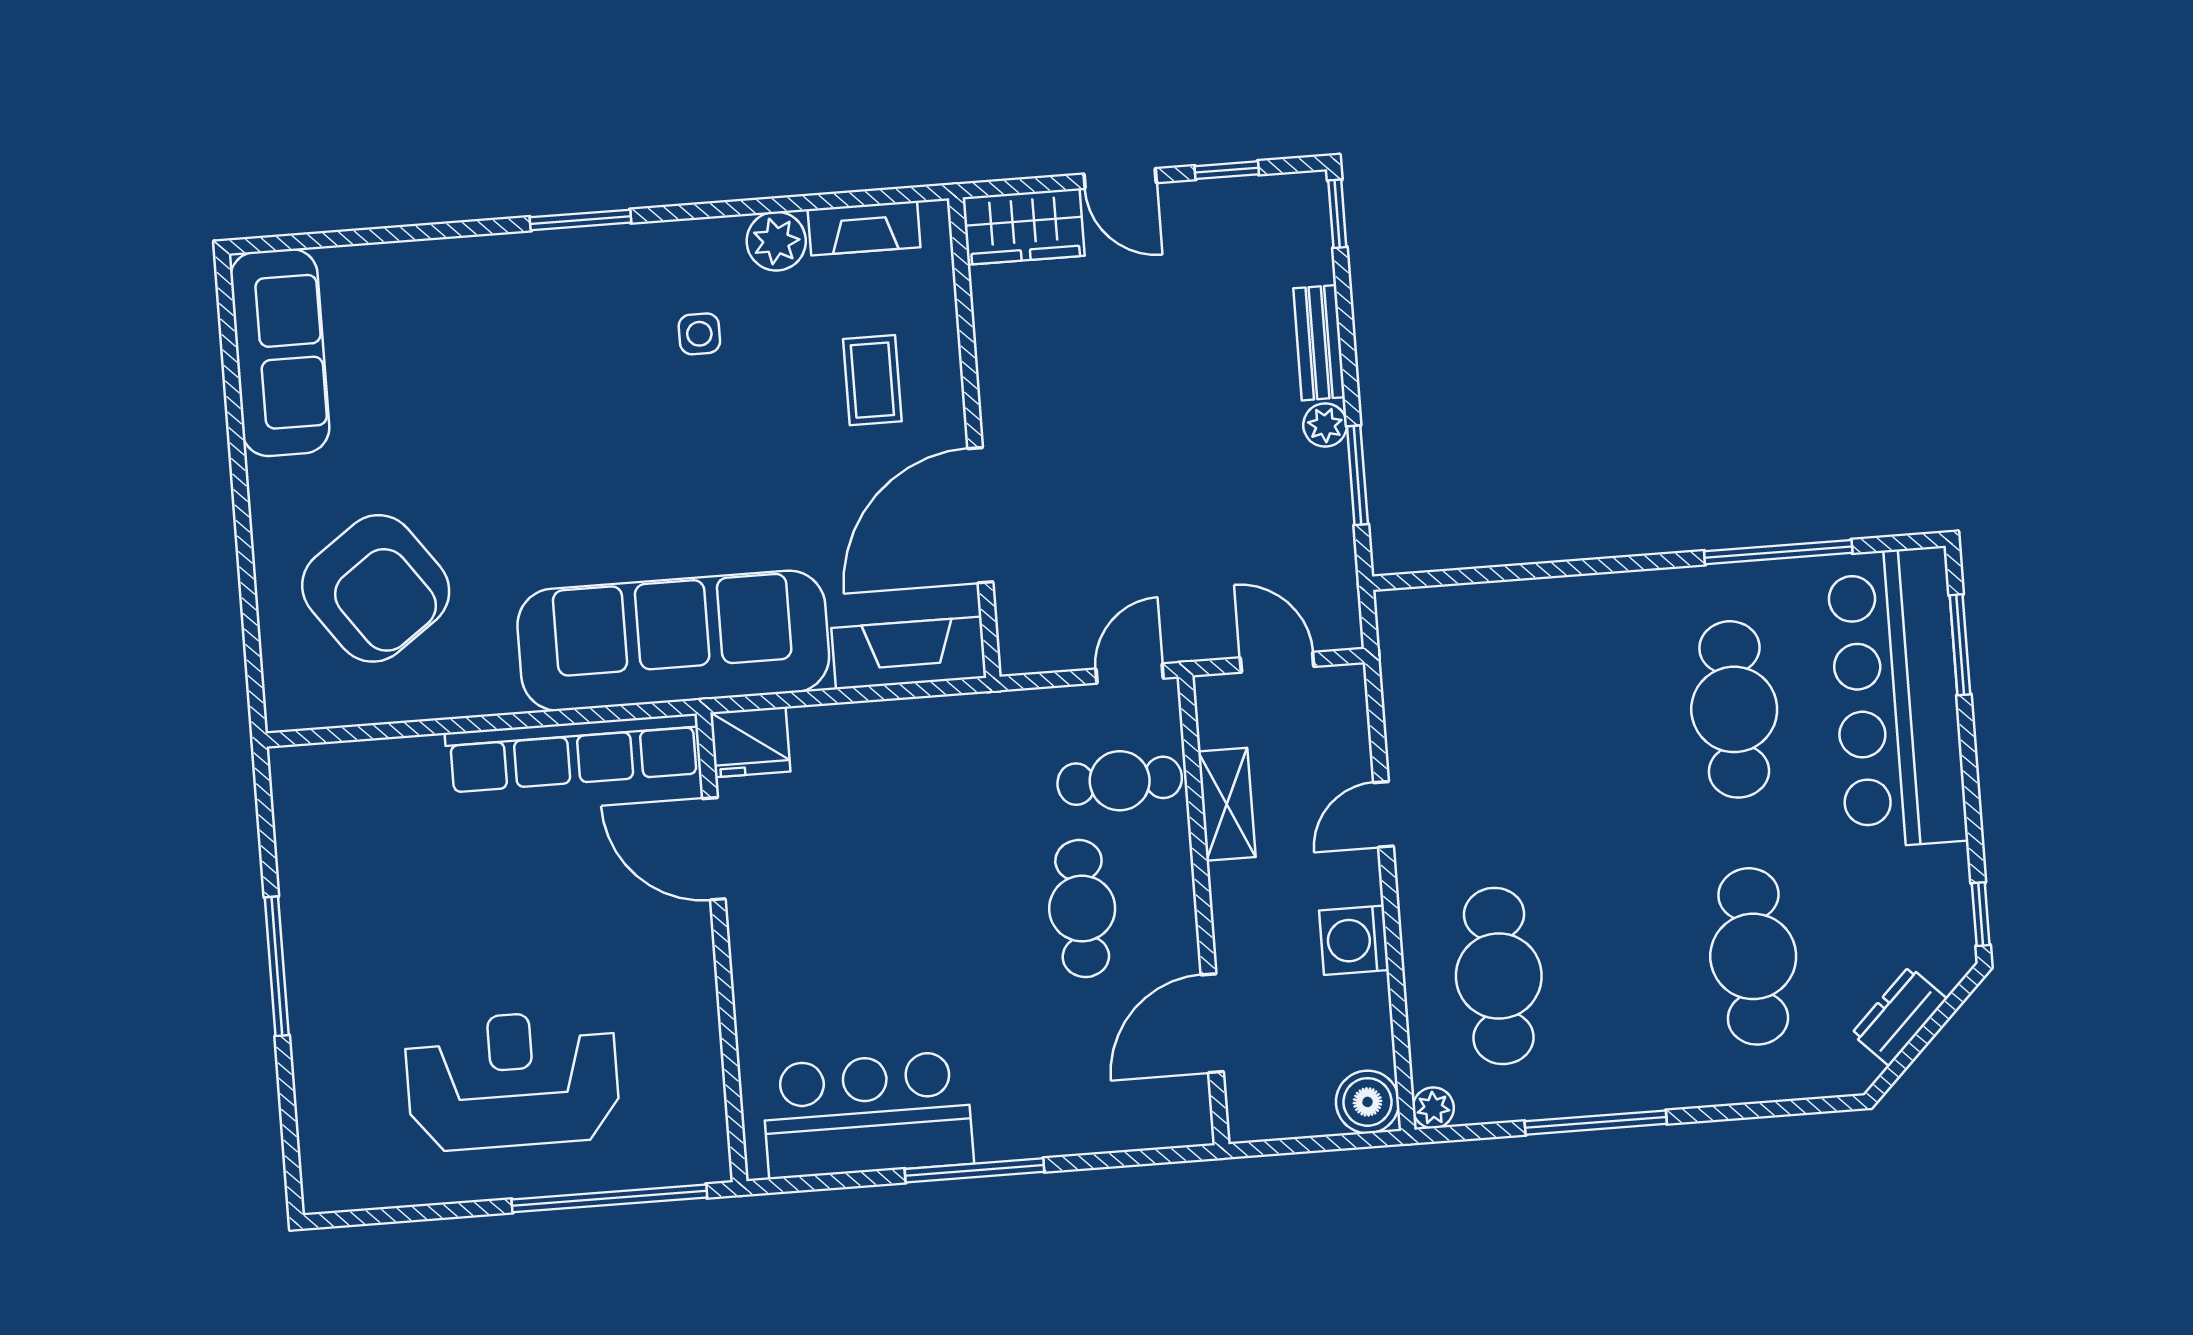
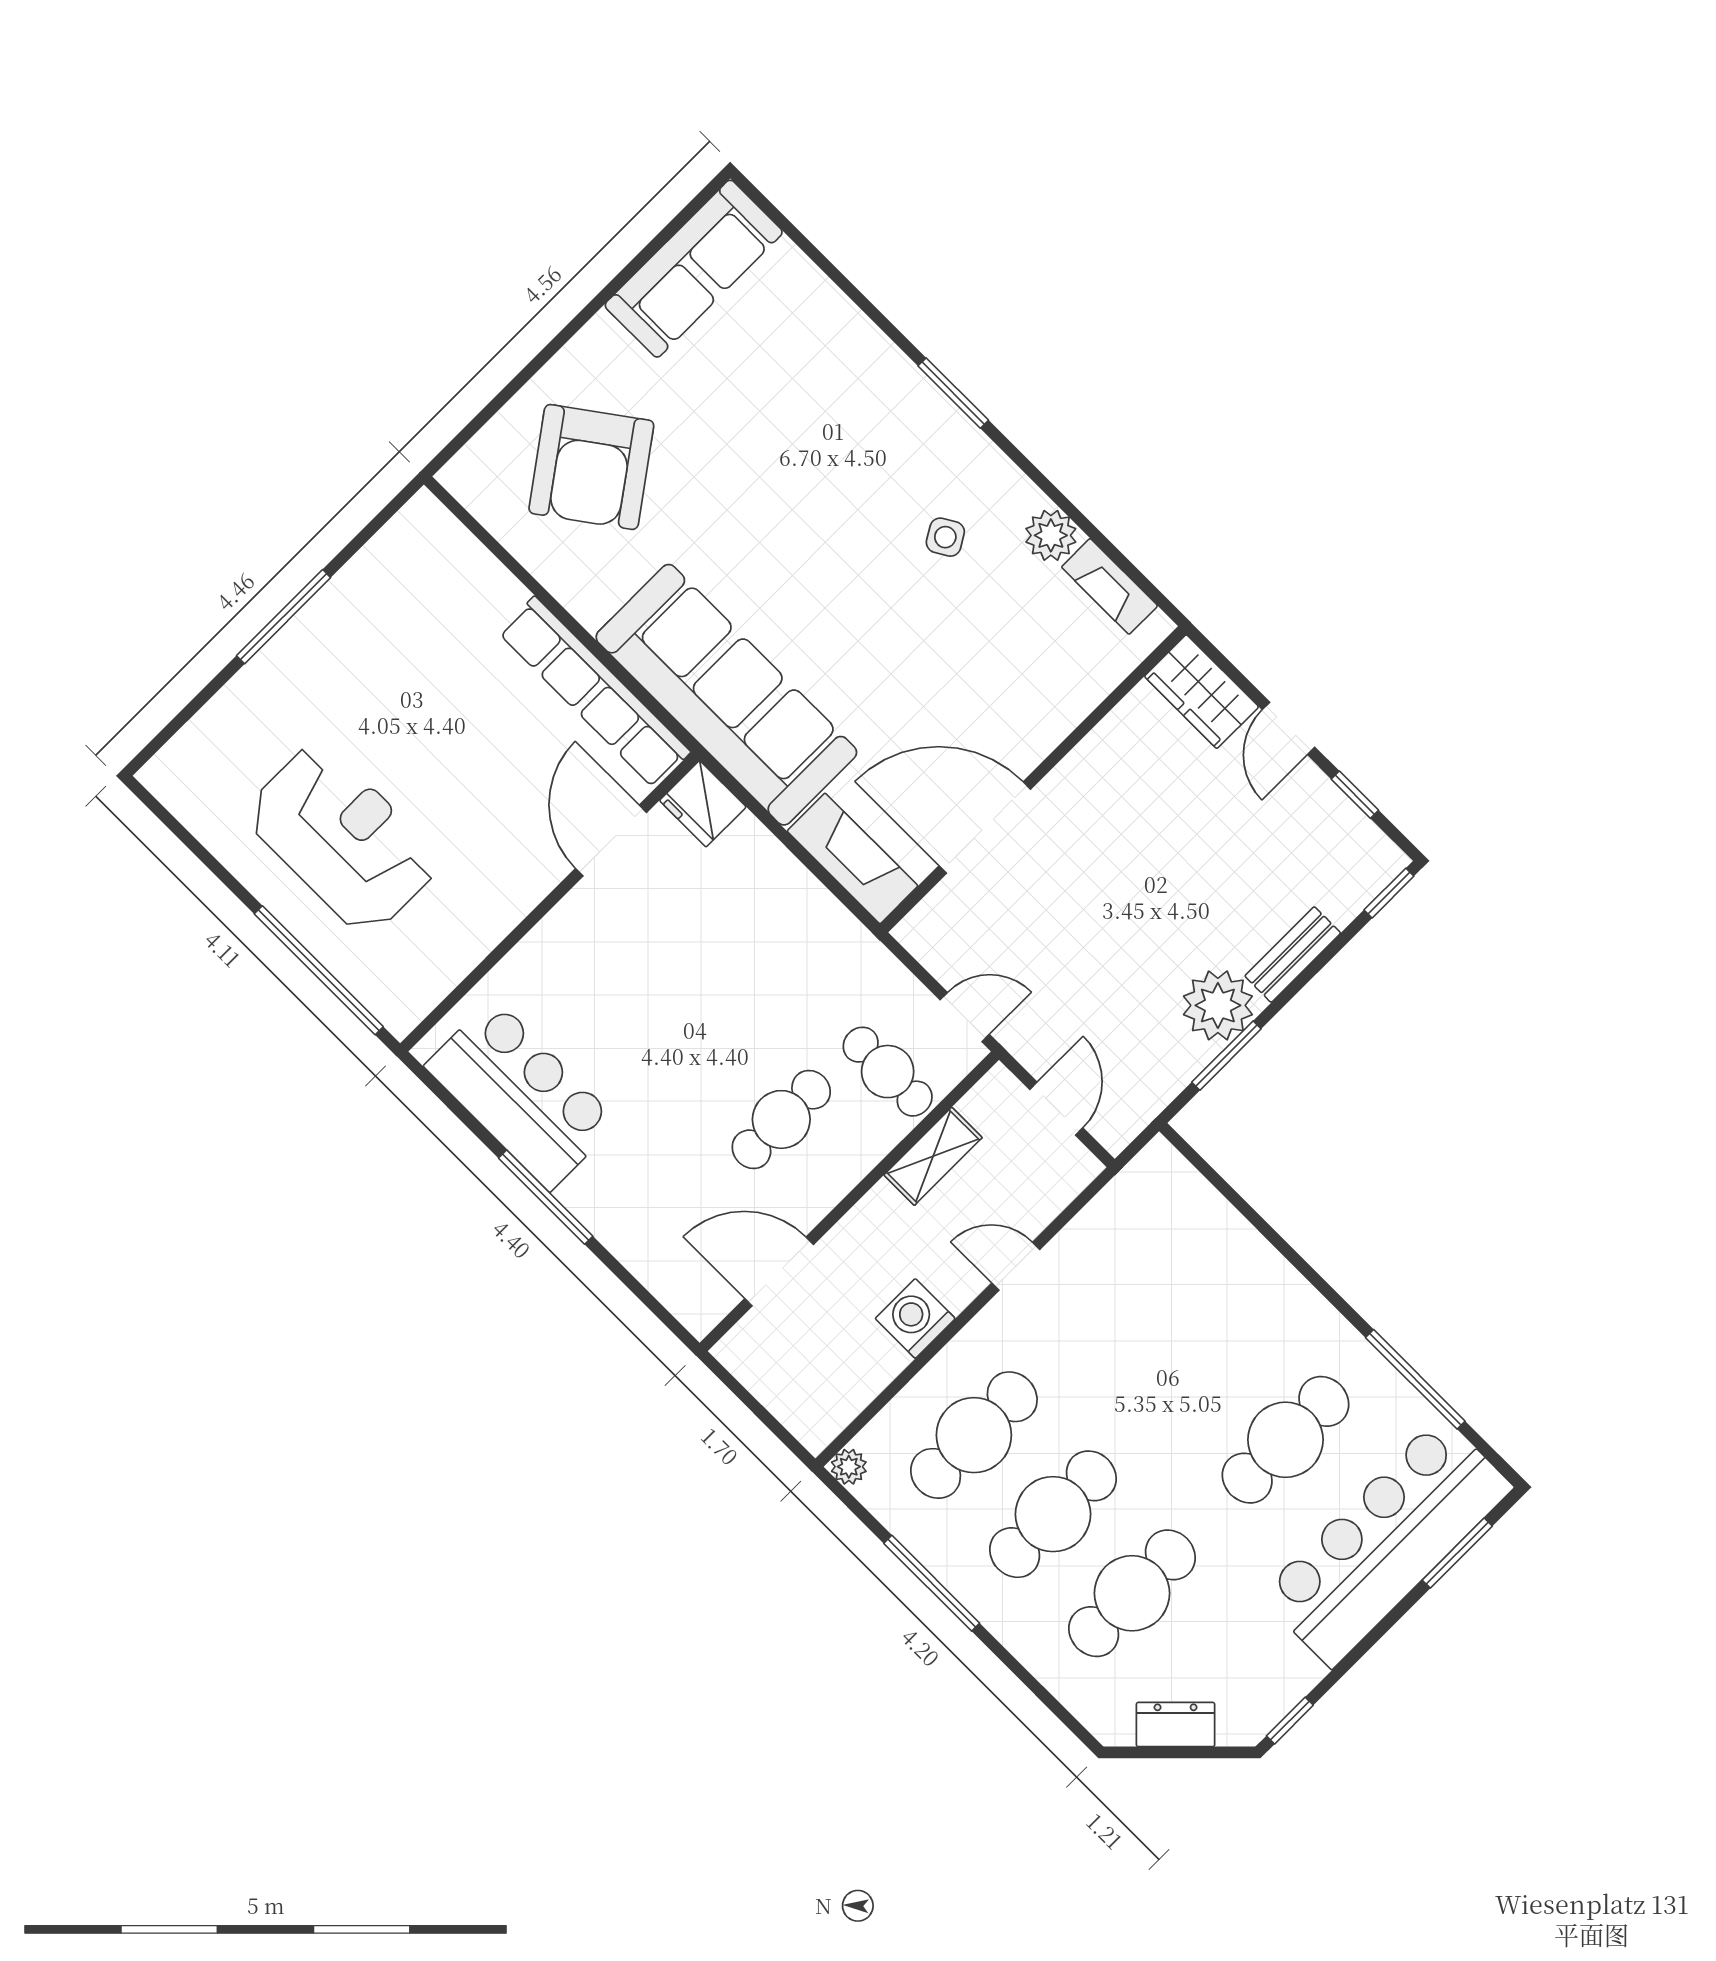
side table: (699, 334) -> (945, 537), turned -31
coffee table: (872, 380) -> (1013, 679), removed
plant: (1325, 425) -> (1218, 1005), width x1.88, depth x1.88
cafe table: (1626, 966) -> (1053, 1514), added
boiler: (1367, 1102) -> (815, 1420), removed

